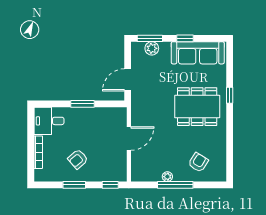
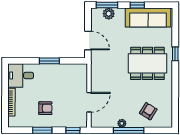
door: (128, 80) -> (88, 41), swing flipped
door: (129, 139) -> (89, 102), moved
armchair: (78, 159) -> (45, 108), turned -139

